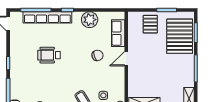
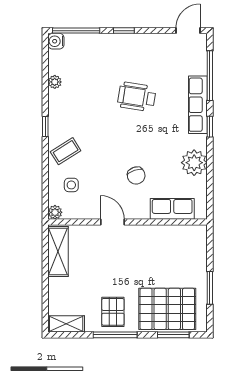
row of seats: (47, 17) -> (198, 105), width x0.73
pallet: (150, 24) -> (113, 312), moved, turned 90
wheelchair: (49, 55) -> (137, 97), turned -81
door: (126, 59) -> (112, 222), moved

